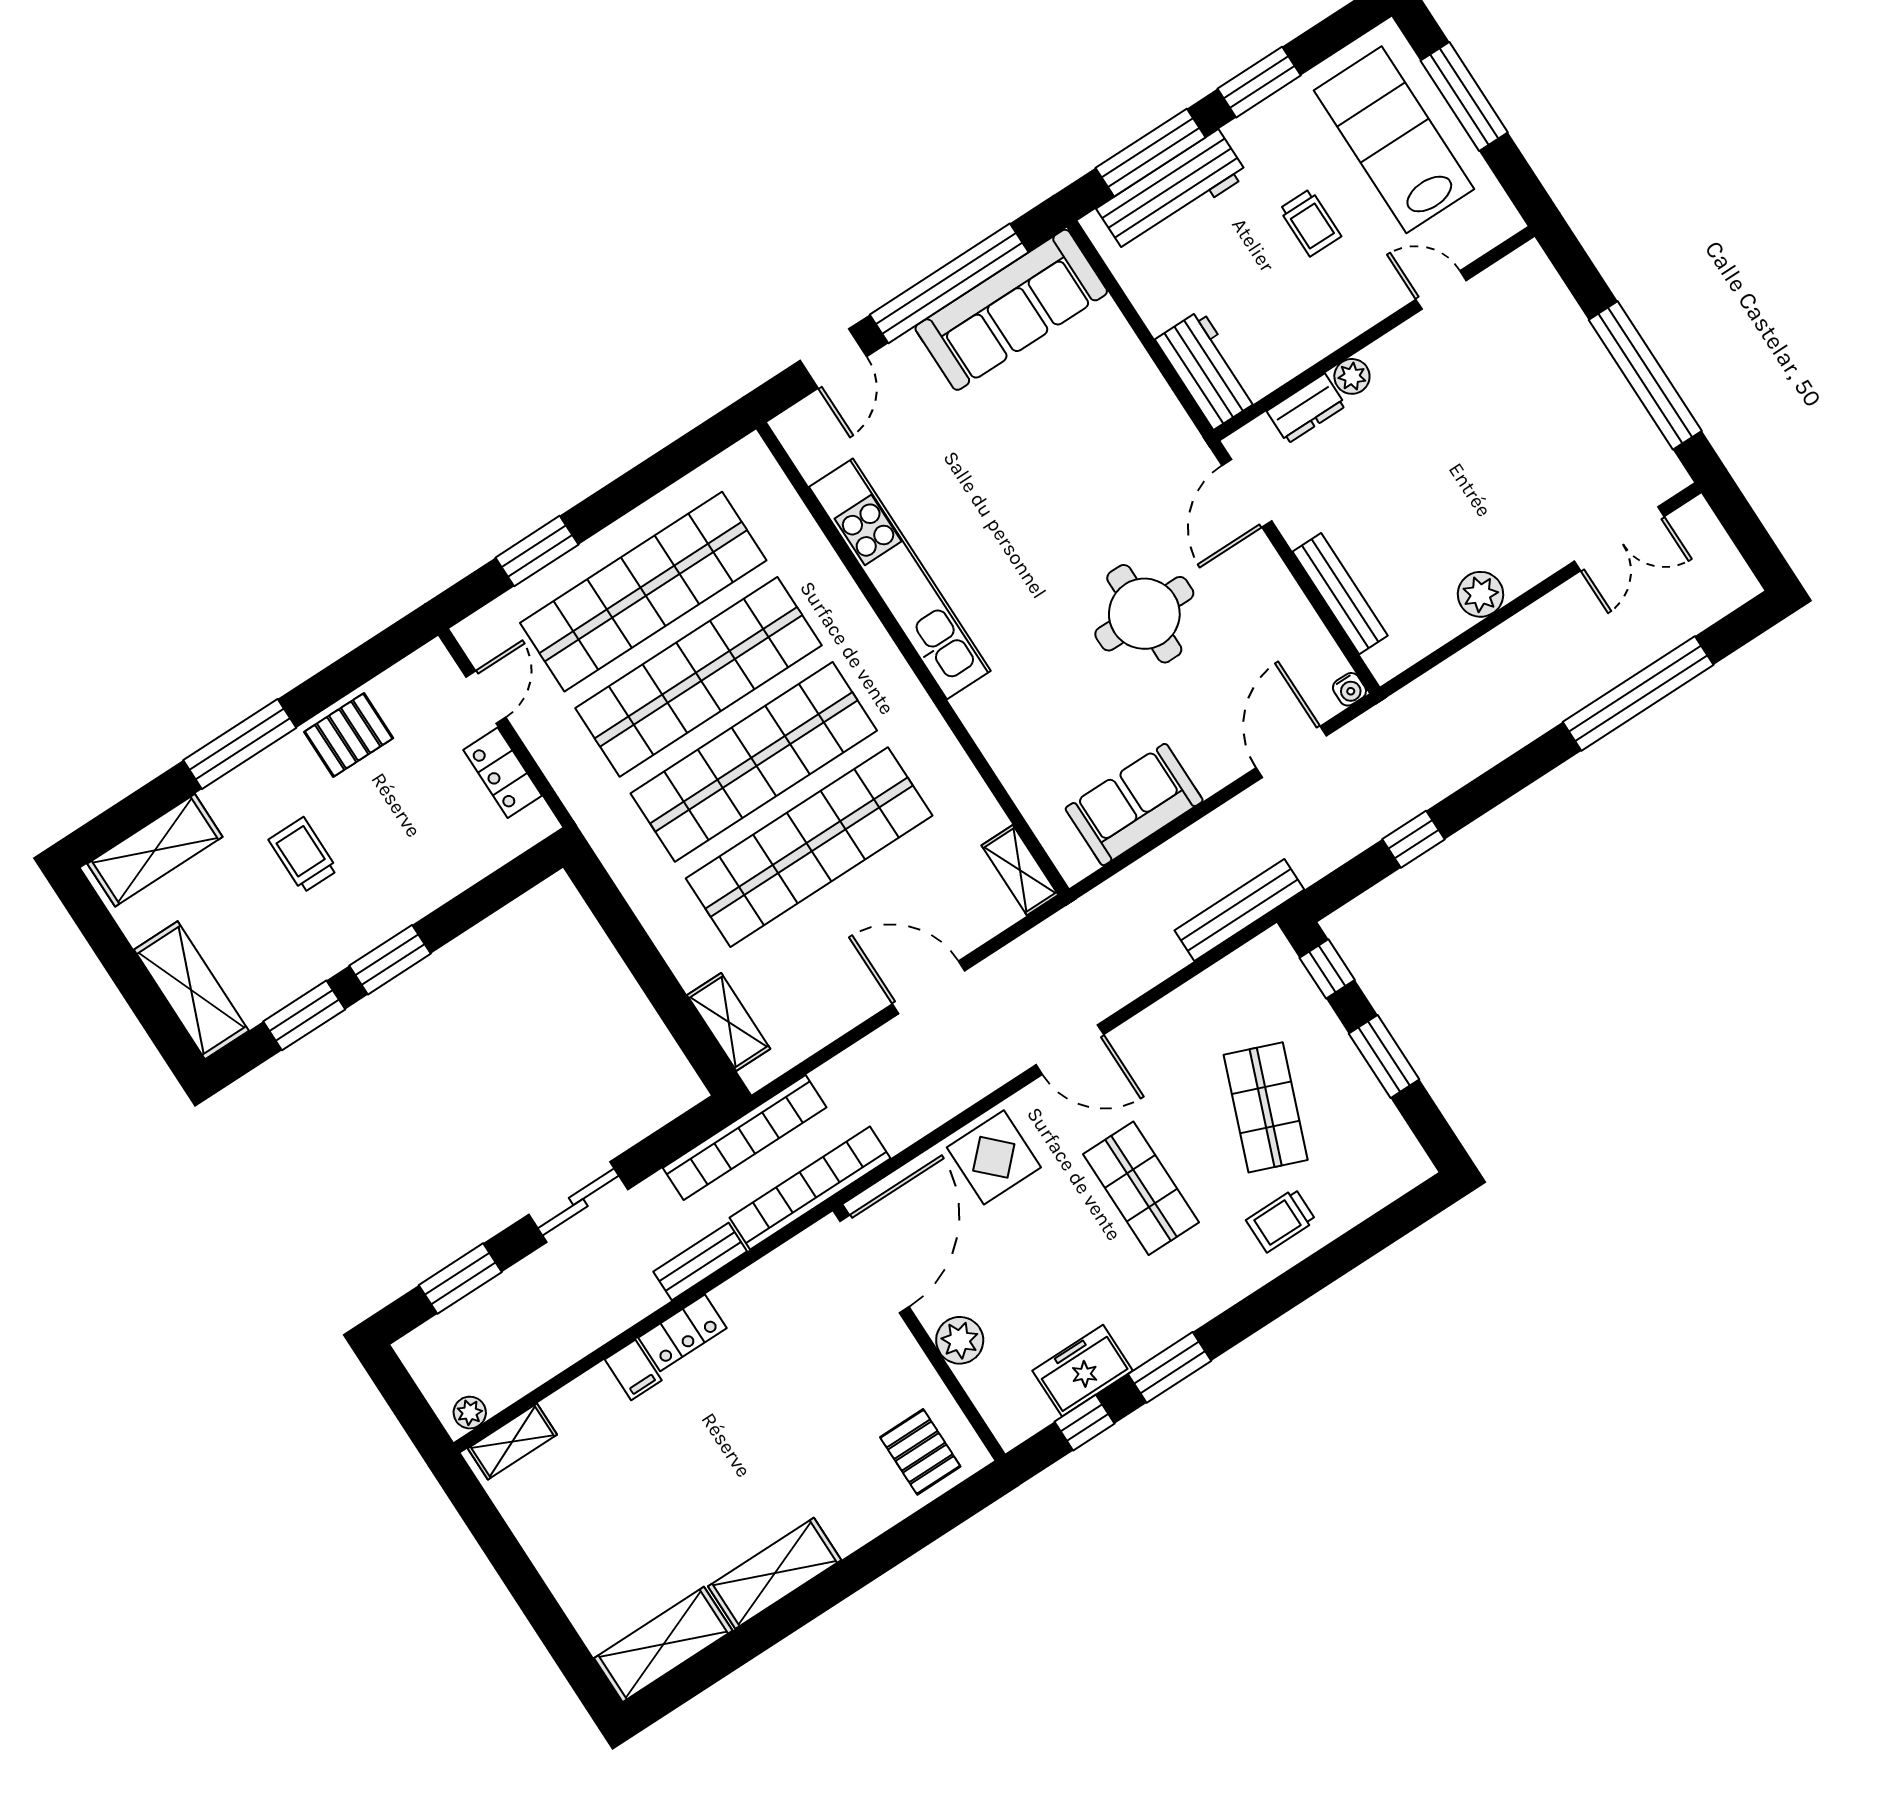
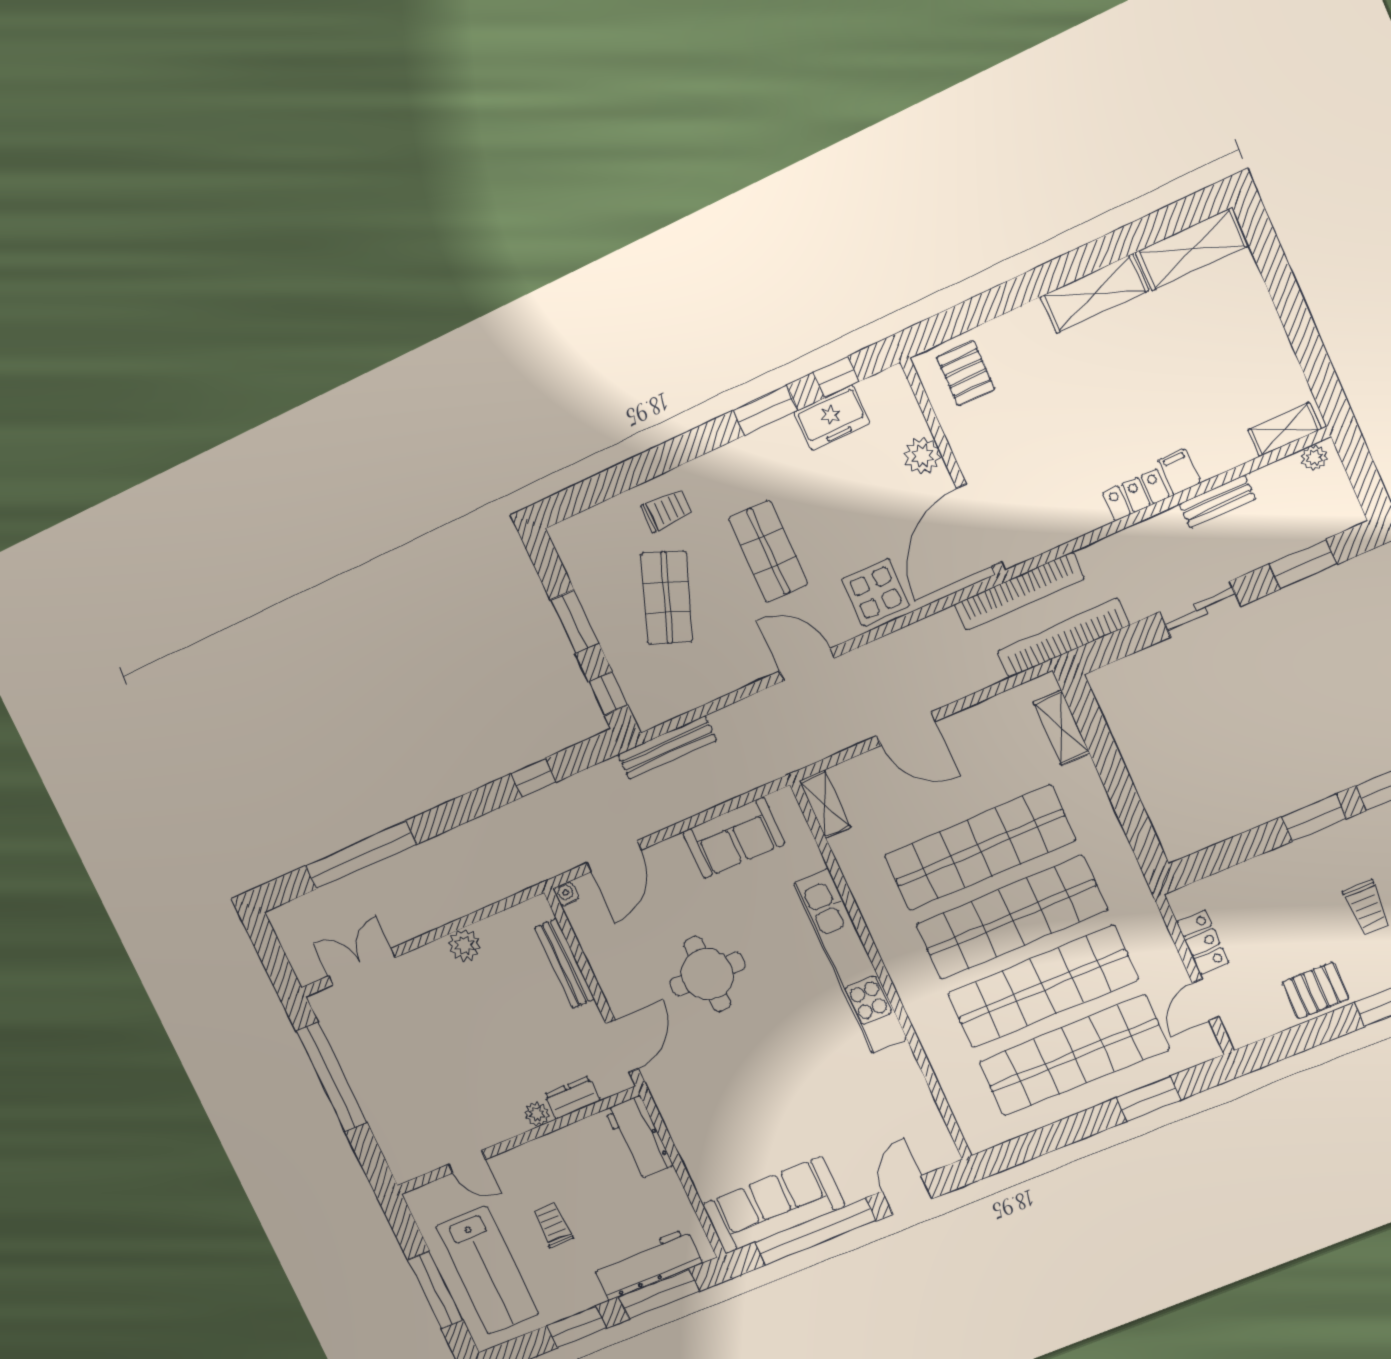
kitchen unit: (900, 579) -> (850, 961), moved
bench: (700, 1262) -> (1217, 502), moved

